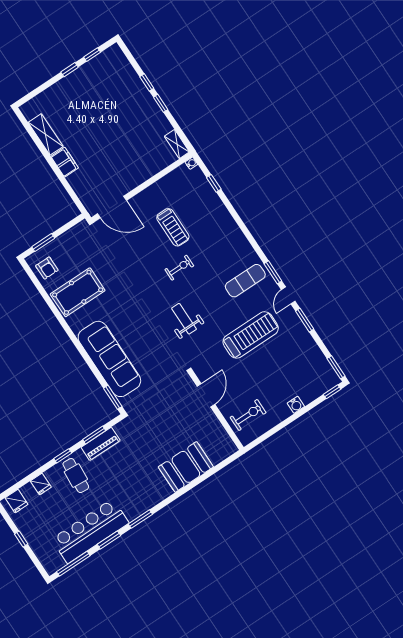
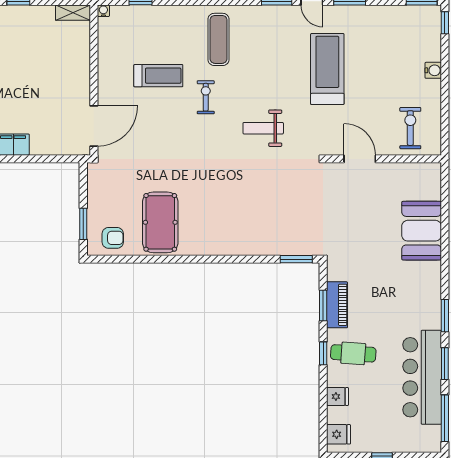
exercise mat: (245, 281) -> (218, 39), moved
sofa: (109, 359) -> (253, 236), removed

